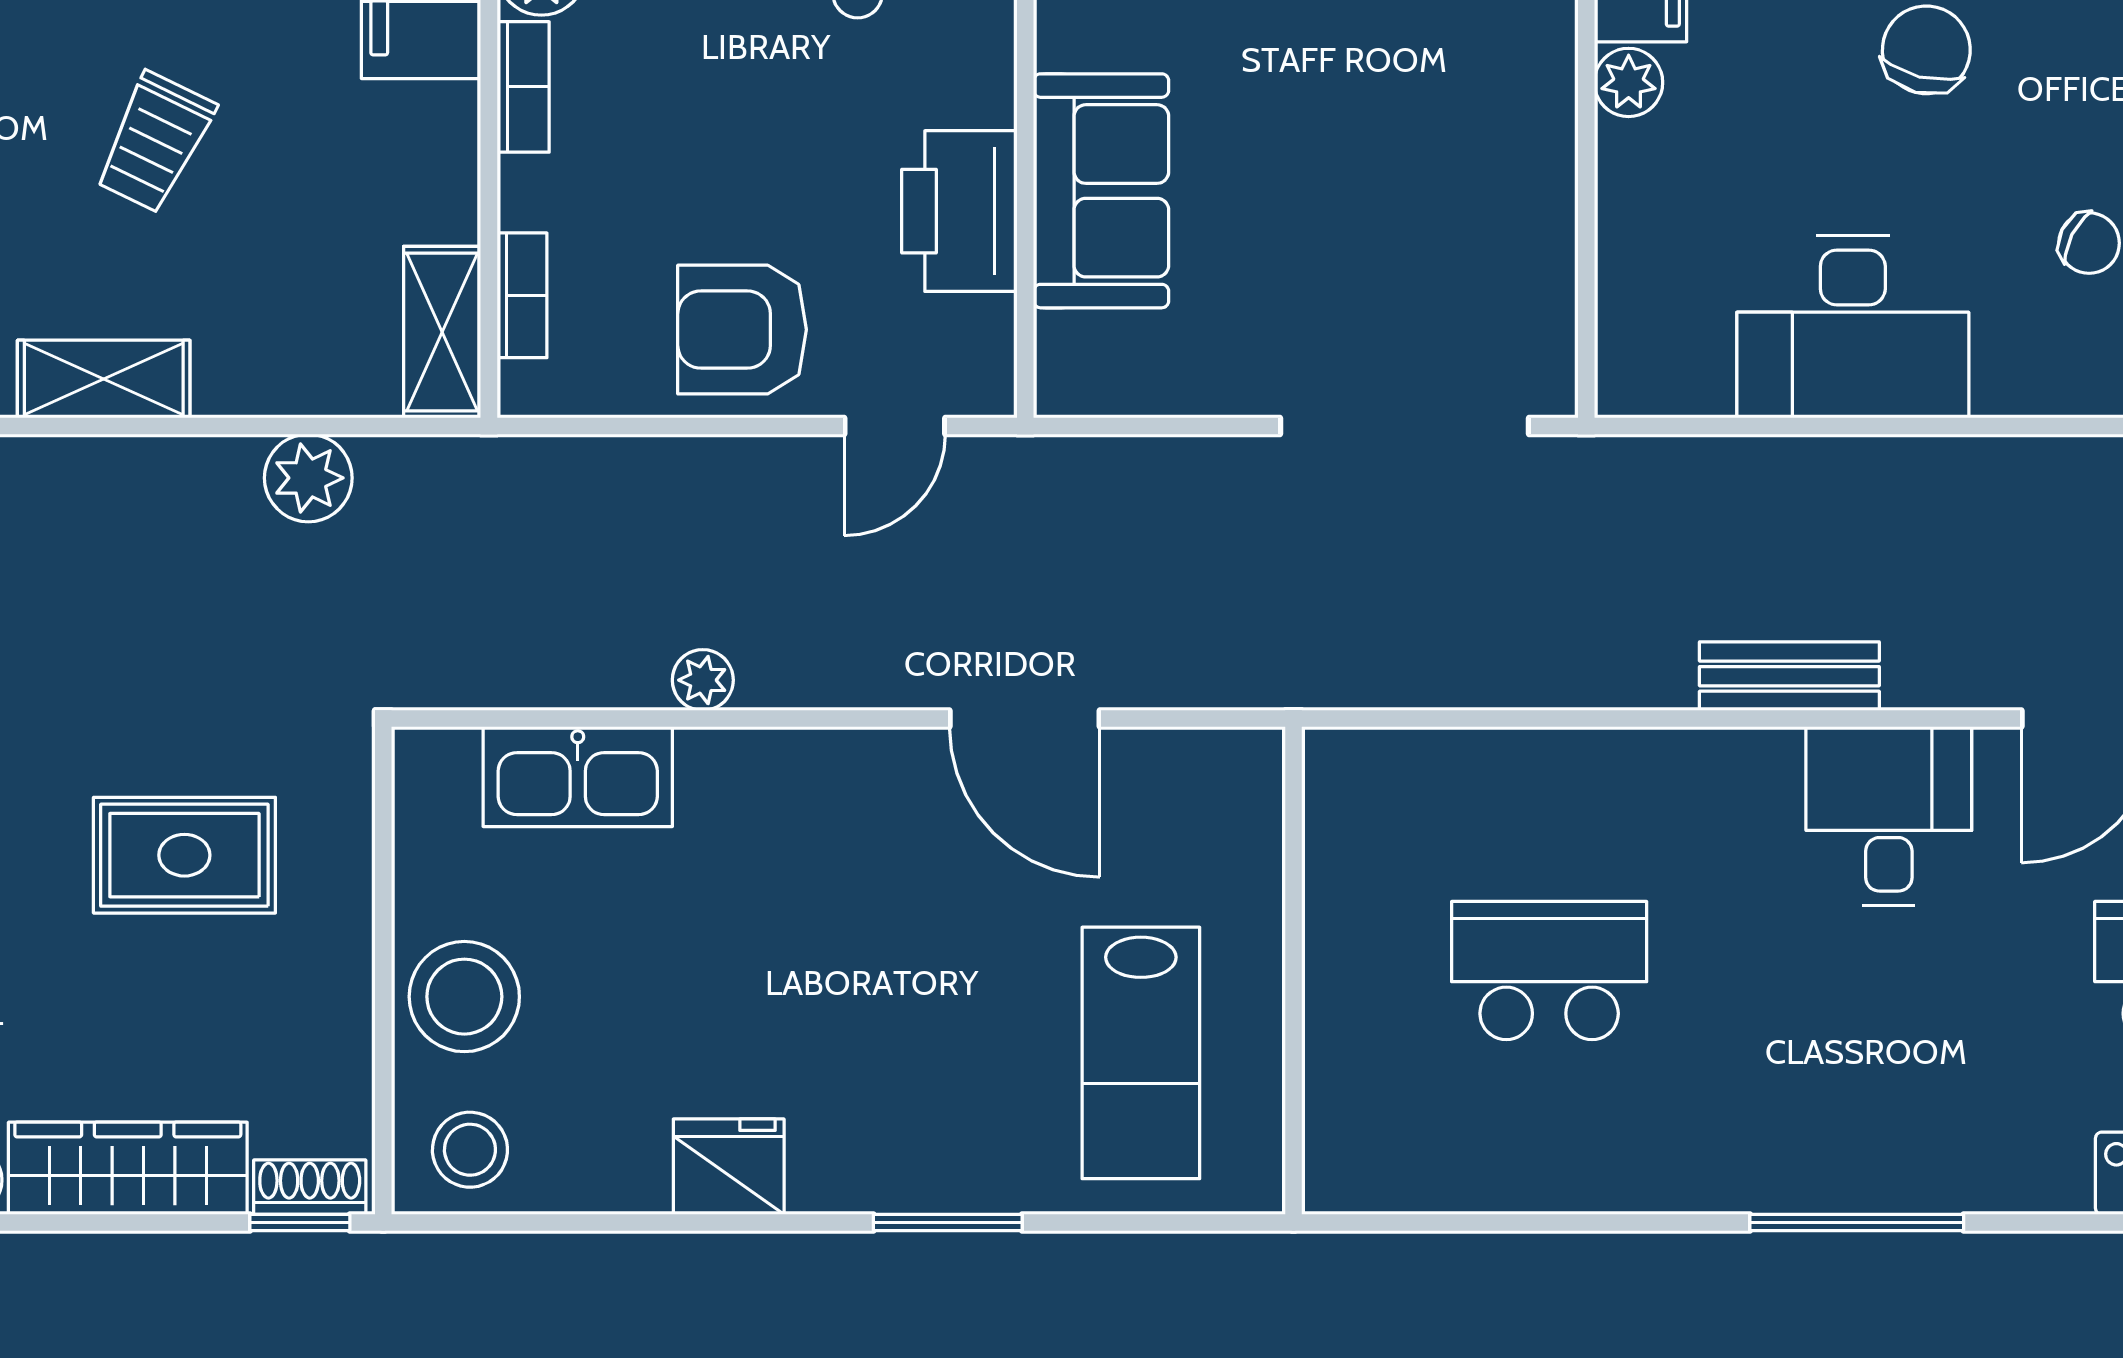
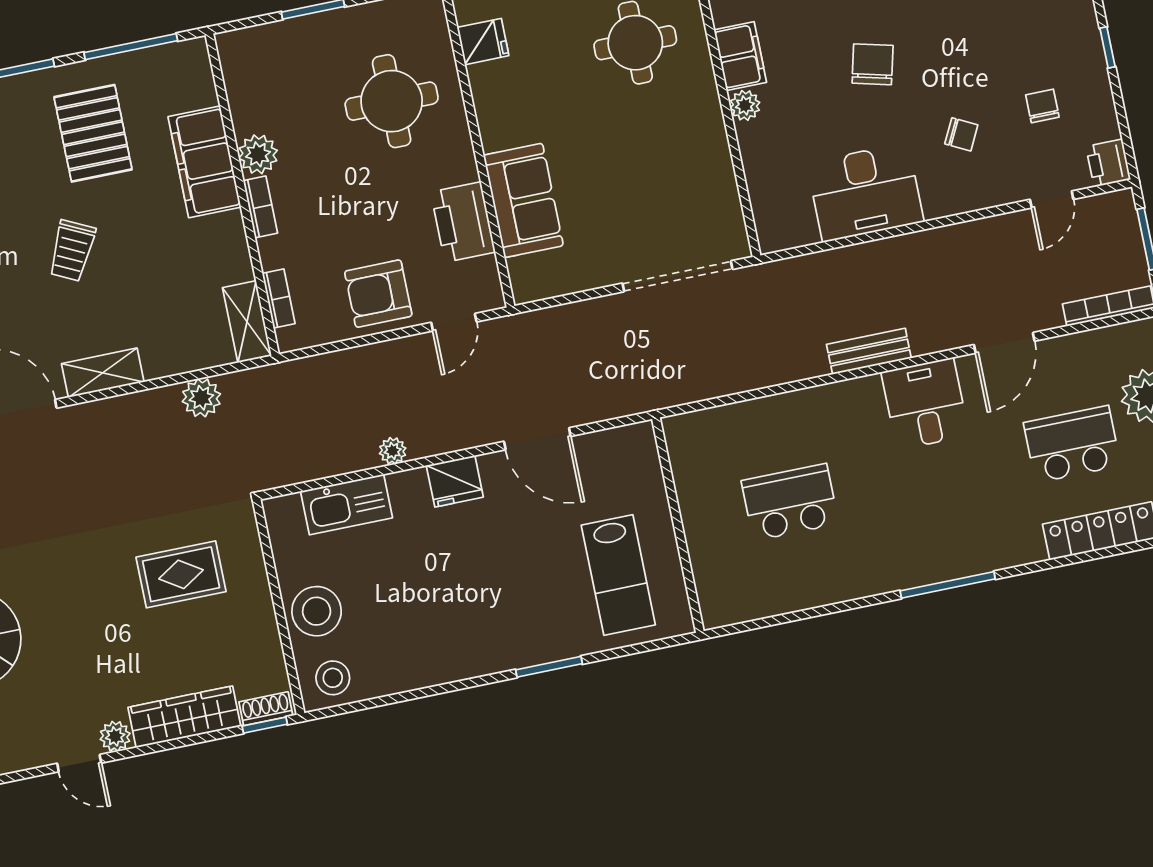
trolley: (155, 142) -> (72, 251), moved
fridge: (729, 1167) -> (455, 481), moved, turned 180

